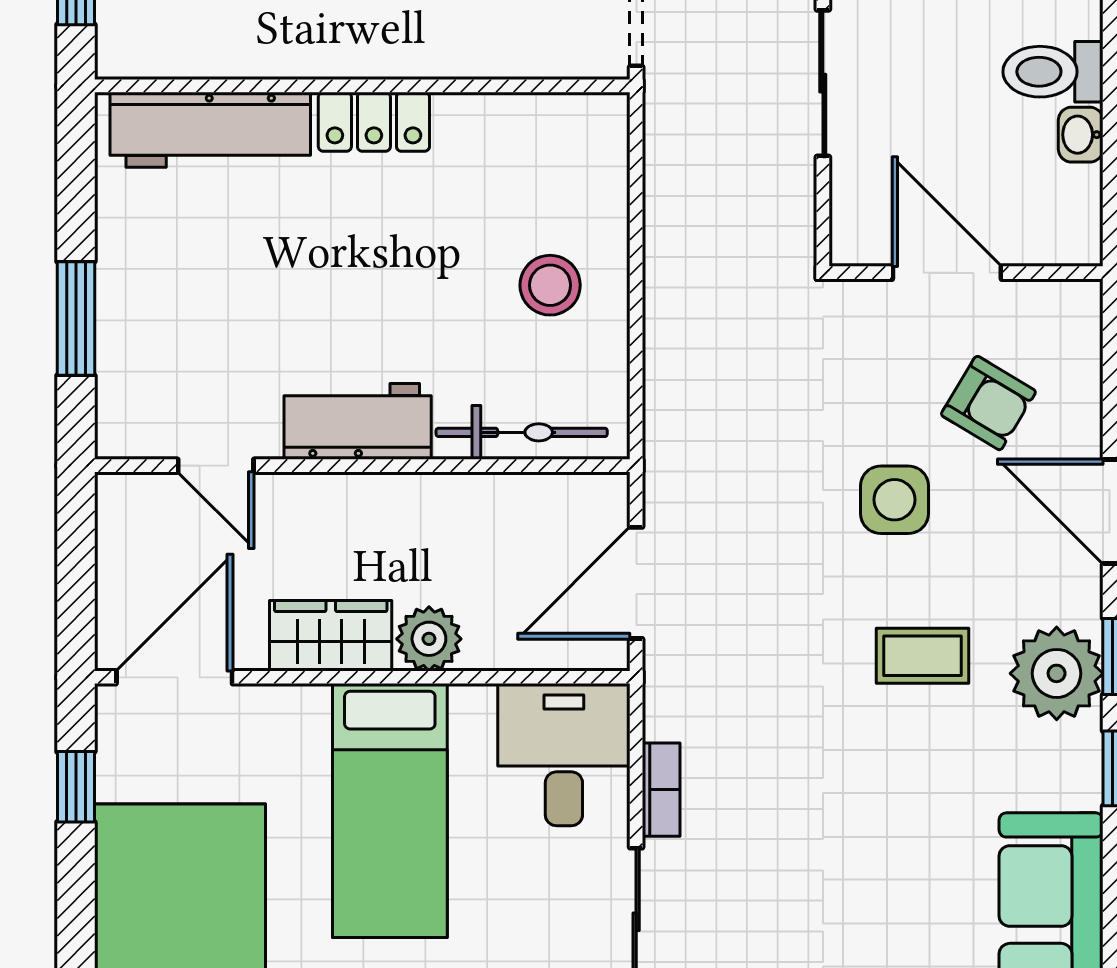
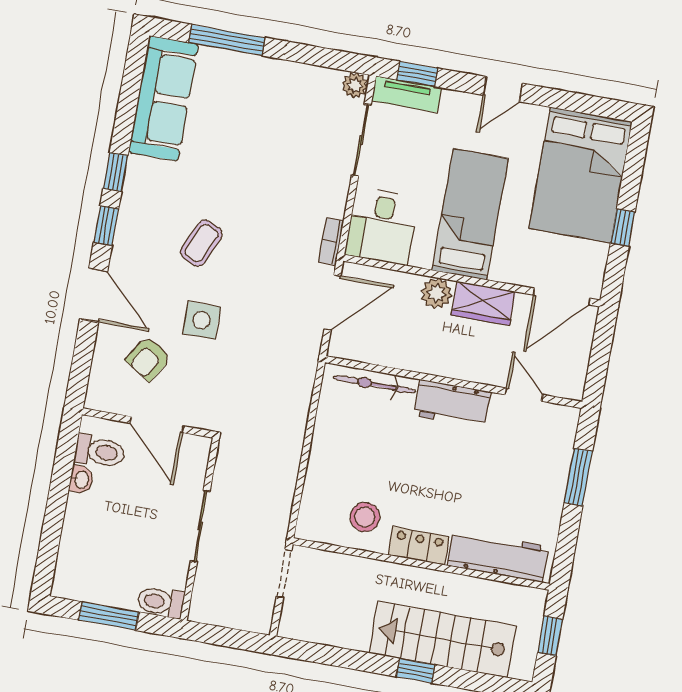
toilet: (1053, 72) -> (100, 452), moved
stool: (550, 285) -> (365, 517), moved
armchair: (988, 403) -> (148, 359), turned -89
coffee table: (922, 656) -> (201, 243), turned -66
plant: (1057, 673) -> (139, 223), removed
window: (76, 787) -> (623, 228), moved
bookcase: (661, 790) -> (331, 241), moved

